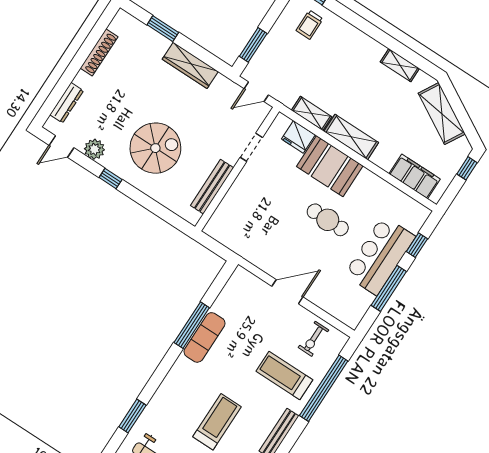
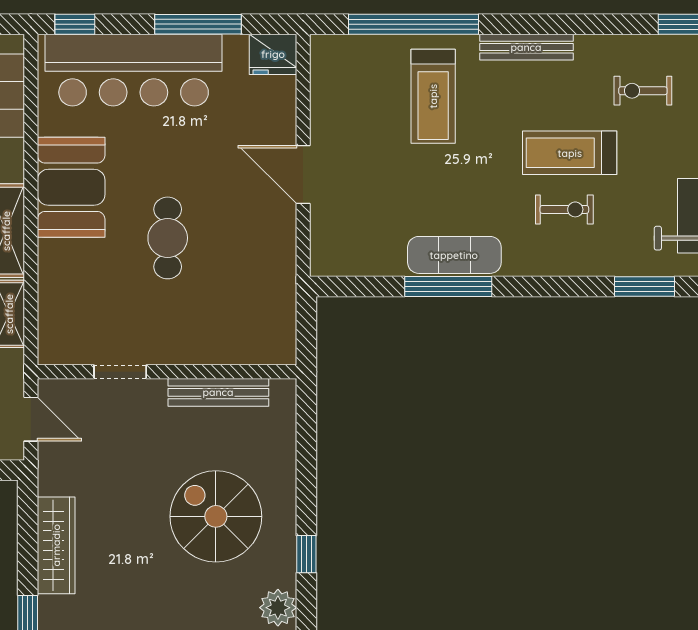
fridge: (298, 137) -> (273, 54), moved, turned 90
booth: (330, 166) -> (71, 187), moved
cafe table: (328, 220) -> (168, 238), moved
window: (417, 245) -> (75, 24), moved
bar counter: (380, 256) -> (134, 70), width x1.36
exercise bike: (313, 339) -> (564, 209), moved

